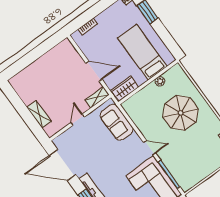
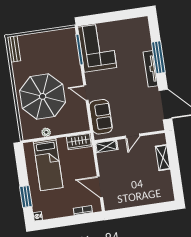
door: (94, 71) -> (100, 187), moved
parasol: (181, 113) -> (43, 96), width x1.36, depth x1.36
door: (150, 148) -> (86, 93), moved

